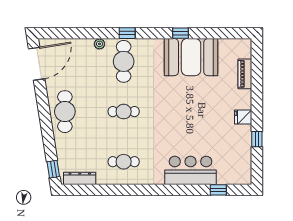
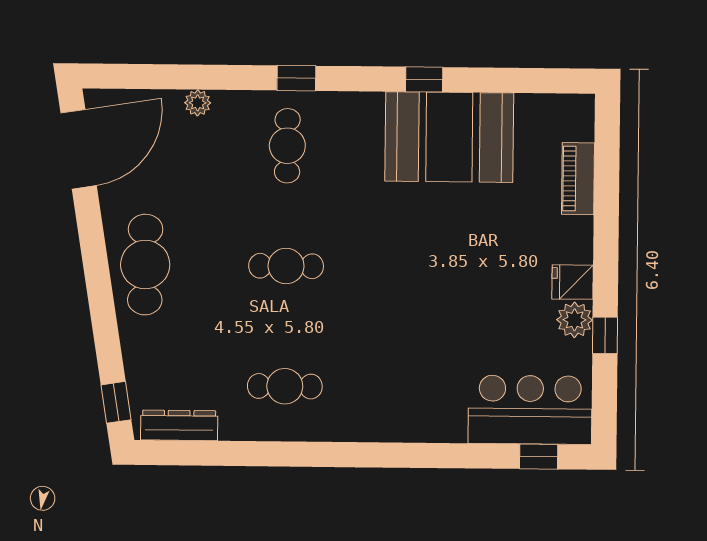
plant: (99, 44) -> (198, 103), moved
cafe table: (124, 61) -> (287, 146), width x0.73, depth x0.74
plant: (244, 133) -> (575, 320), added
bar counter: (190, 170) -> (530, 410), moved
window: (218, 190) -> (539, 457), moved

